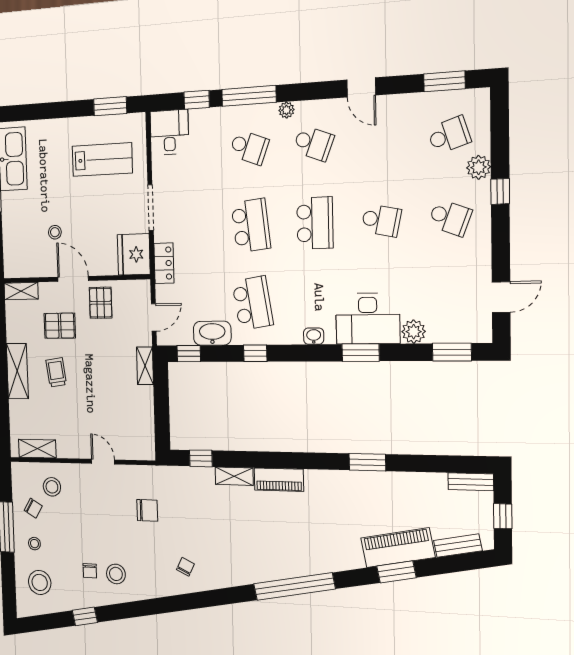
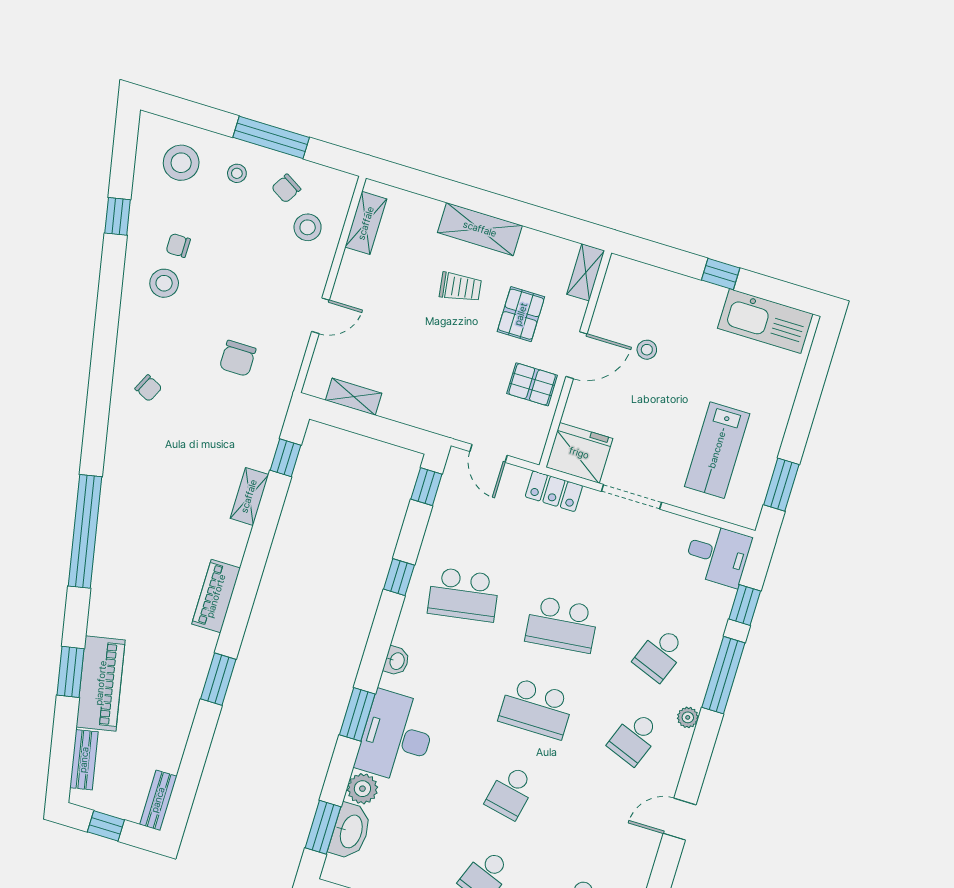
washbasin: (212, 333) -> (350, 831), moved
shelving: (145, 366) -> (354, 397), moved
piano: (279, 480) -> (216, 596), moved

